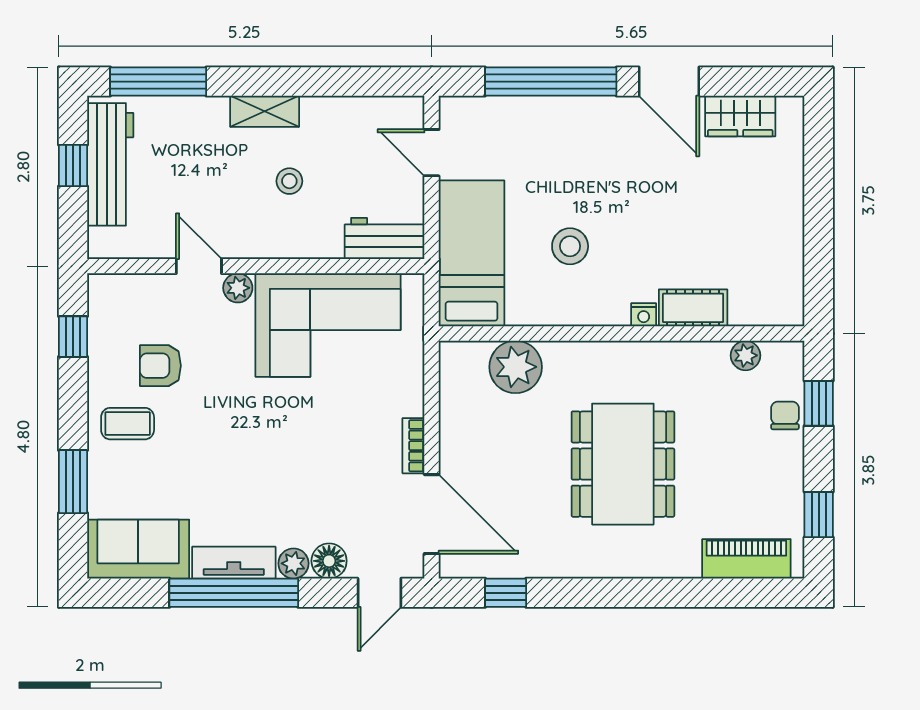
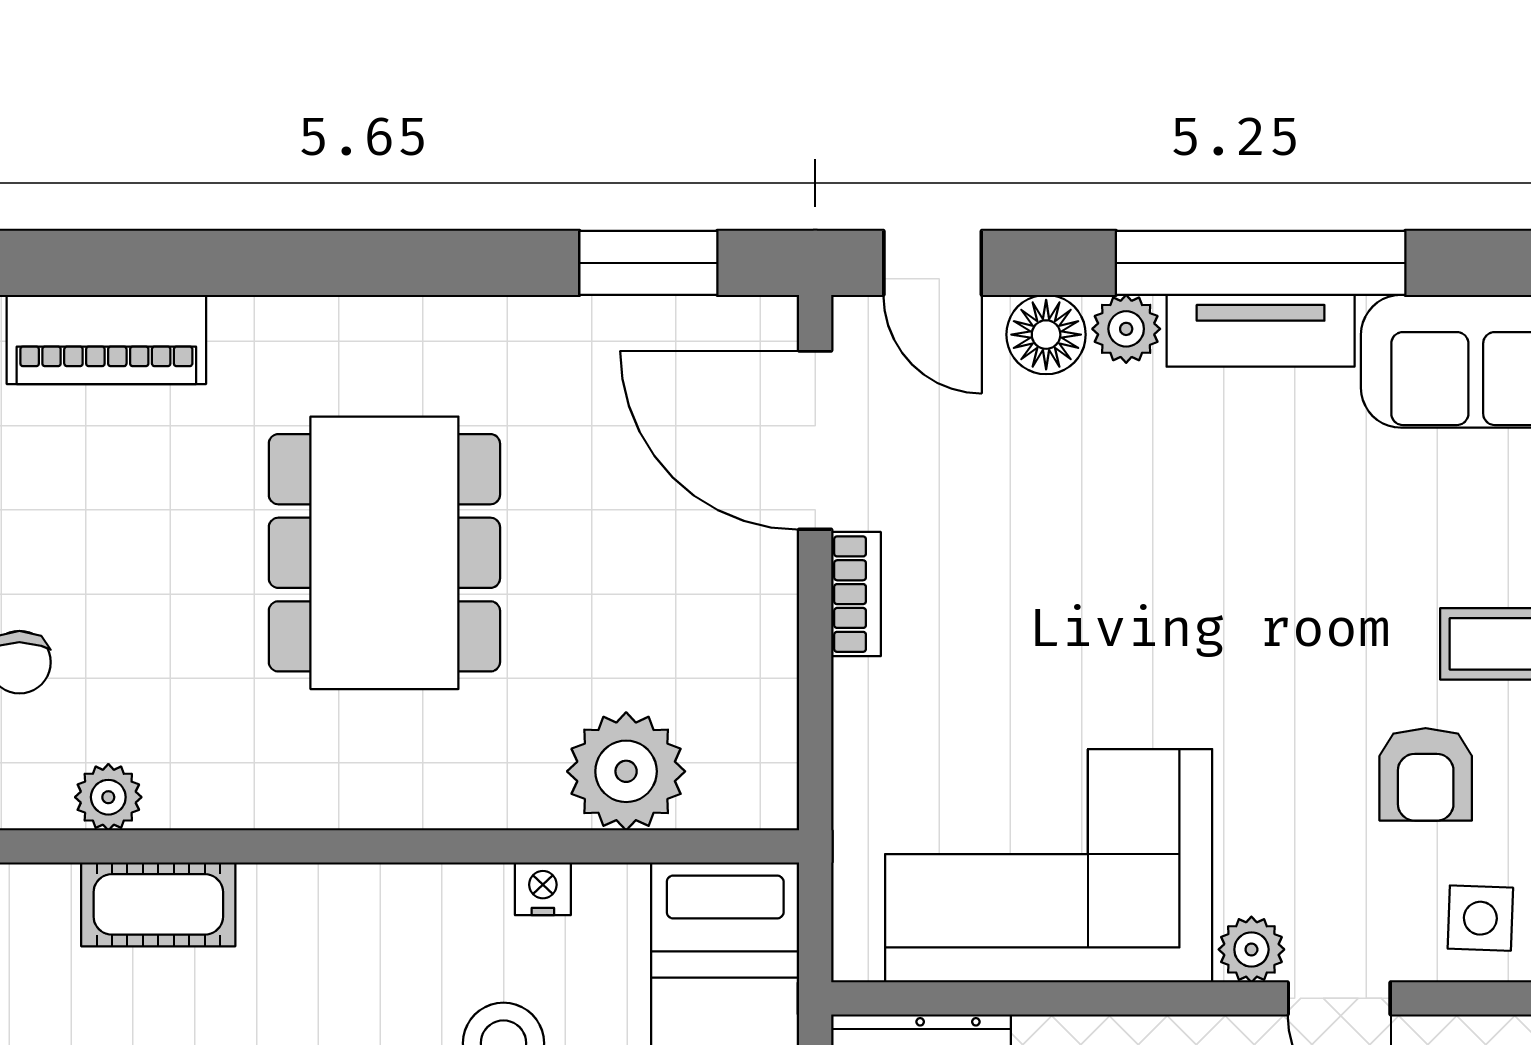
side table: (136, 302) -> (1480, 918), added
cot: (693, 308) -> (158, 904), moved
nightstand: (644, 315) -> (543, 889), moved
armchair: (160, 366) -> (1426, 774), turned 90
door: (379, 593) -> (933, 263), swing flipped
window: (506, 593) -> (648, 263), width x1.50

